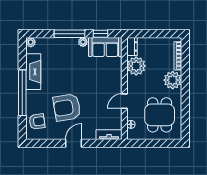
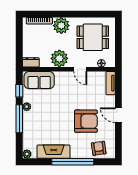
sofa: (105, 47) -> (39, 80), moved, turned 90
plant: (136, 66) -> (59, 58), moved
armchair: (67, 107) -> (86, 121), turned -81

